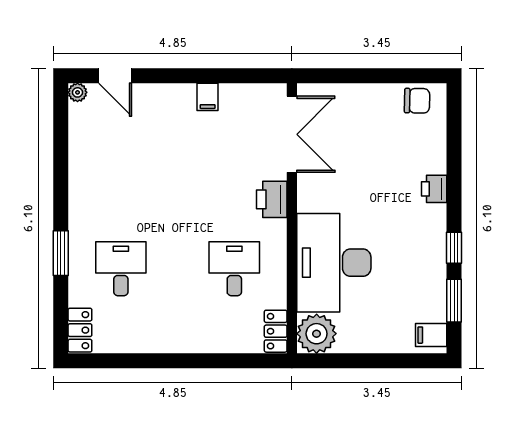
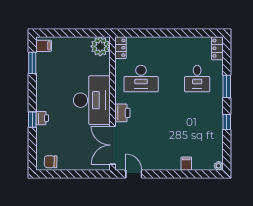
door: (115, 76) -> (134, 174), moved
filing cabinet: (208, 97) -> (186, 164), moved
window: (61, 181) -> (227, 122), added
window: (454, 248) -> (32, 120), moved
desk: (334, 263) -> (92, 100), moved
desk: (234, 269) -> (141, 79), width x1.37

